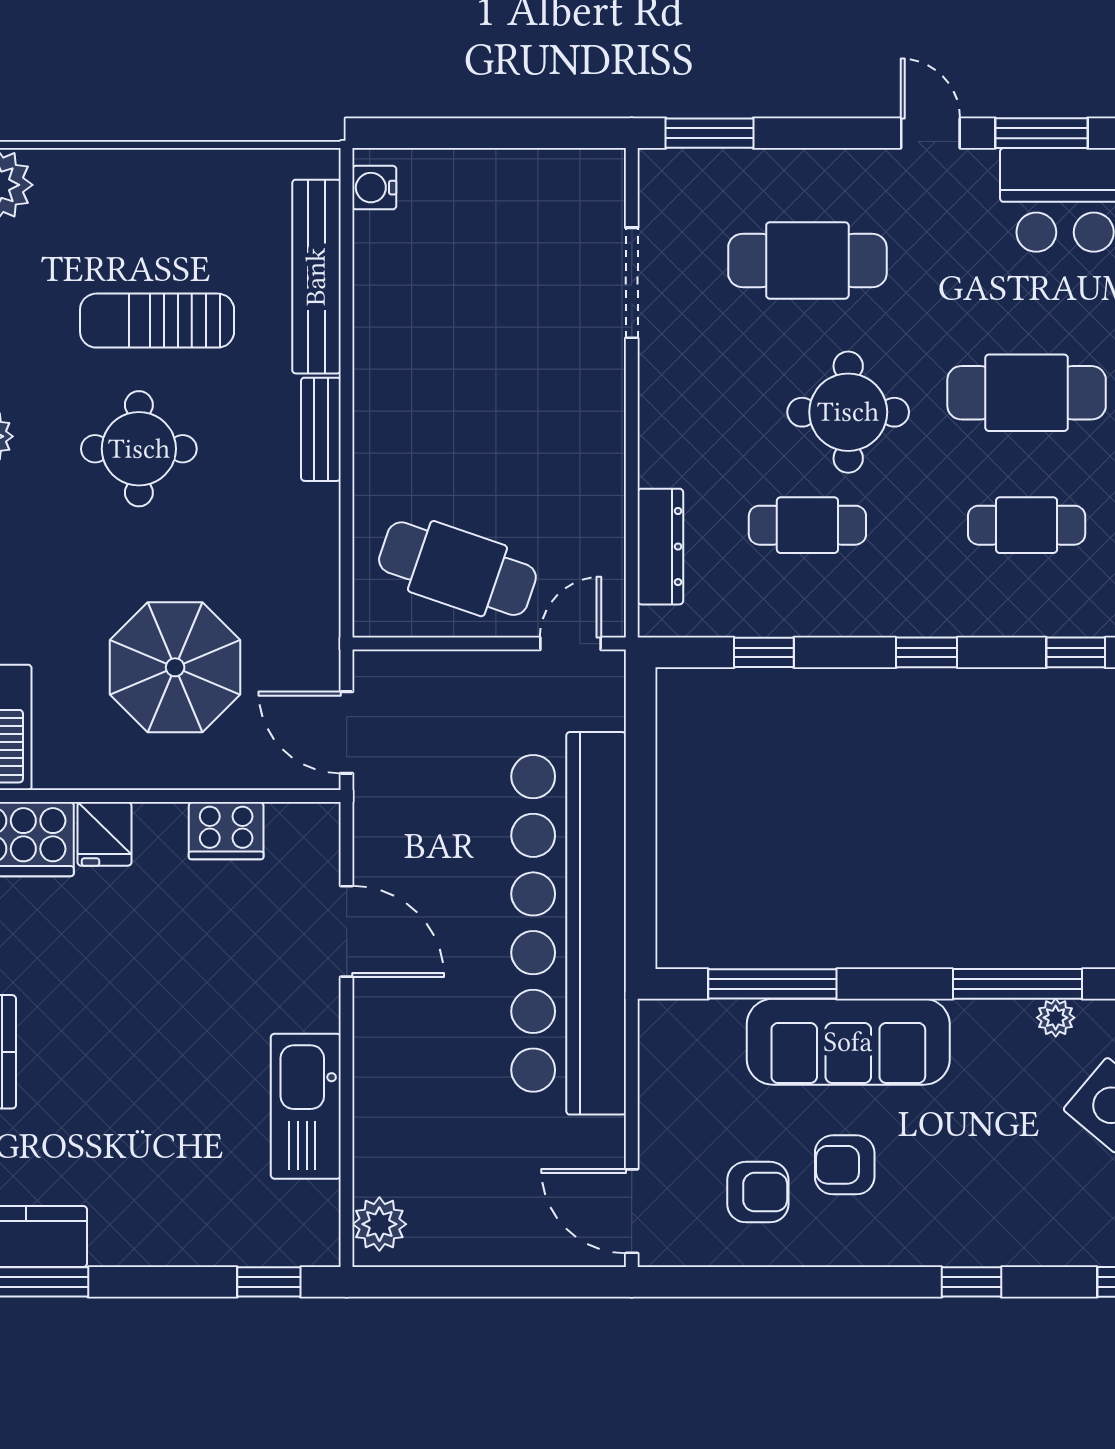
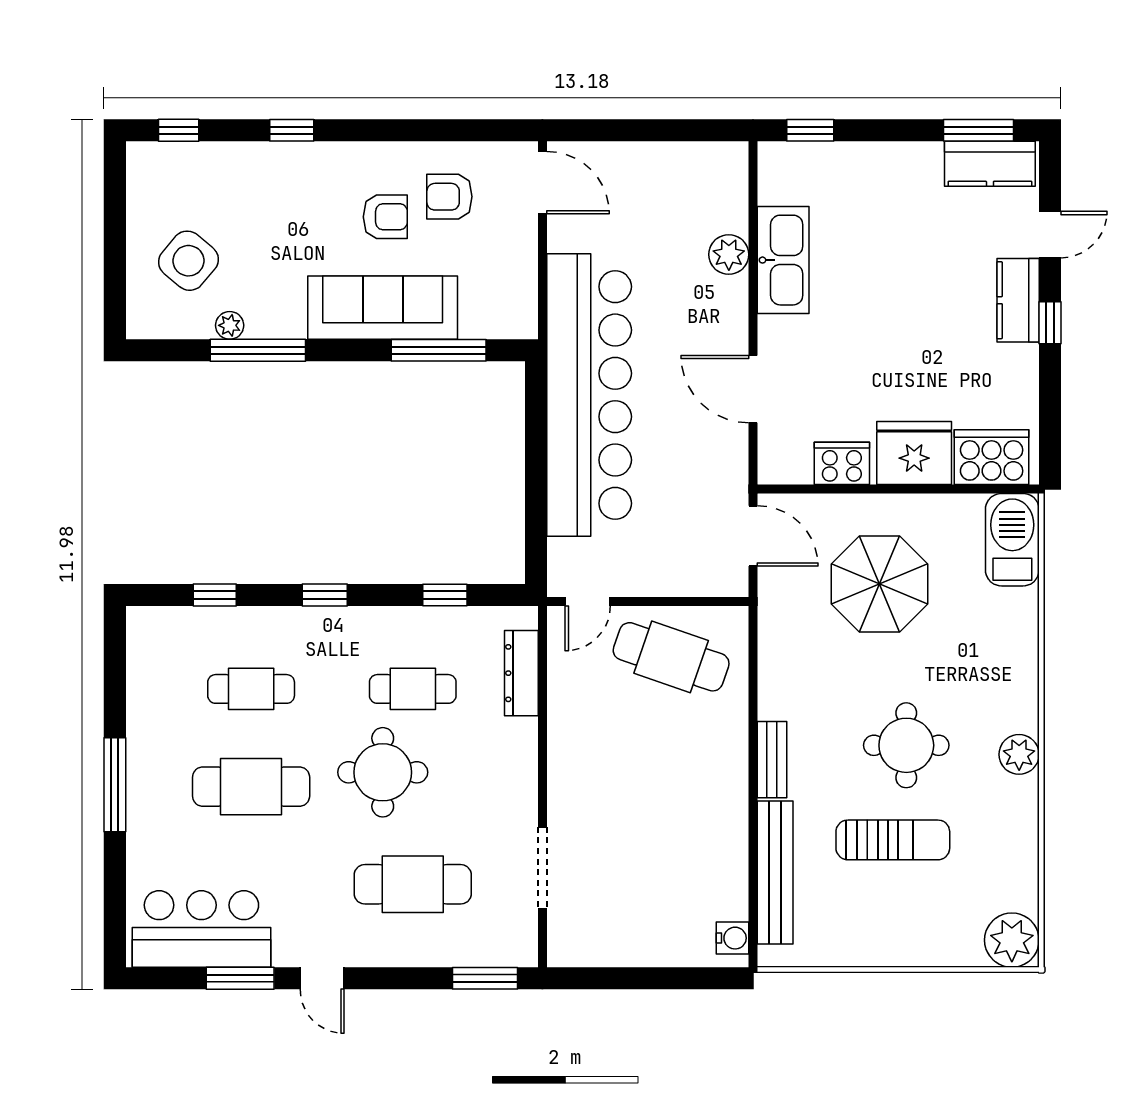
fridge: (104, 834) -> (914, 453), width x1.88, depth x1.34
plant: (379, 1224) -> (729, 254), moved

